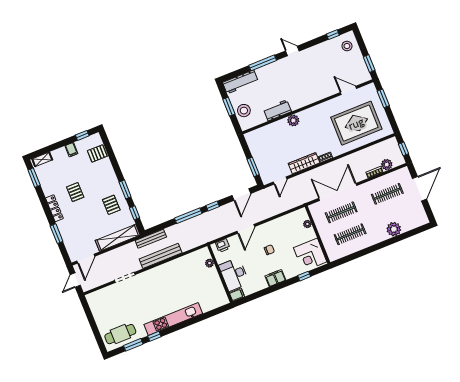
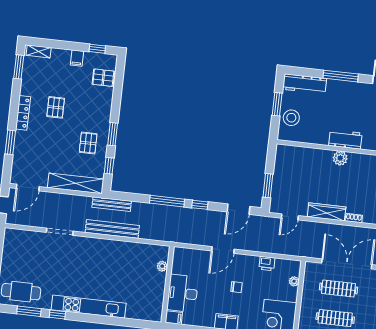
workbench: (277, 110) -> (345, 139), moved
printer: (223, 246) -> (267, 264), moved

